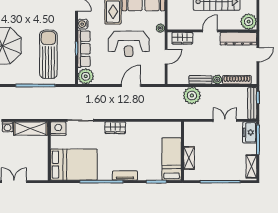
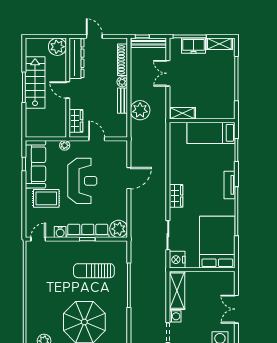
sun lounger: (48, 54) -> (94, 271), width x0.73, depth x0.75
door: (131, 85) -> (129, 178), swing flipped
freezer: (250, 132) -> (194, 46), moved
shelving: (189, 158) -> (182, 113), moved

